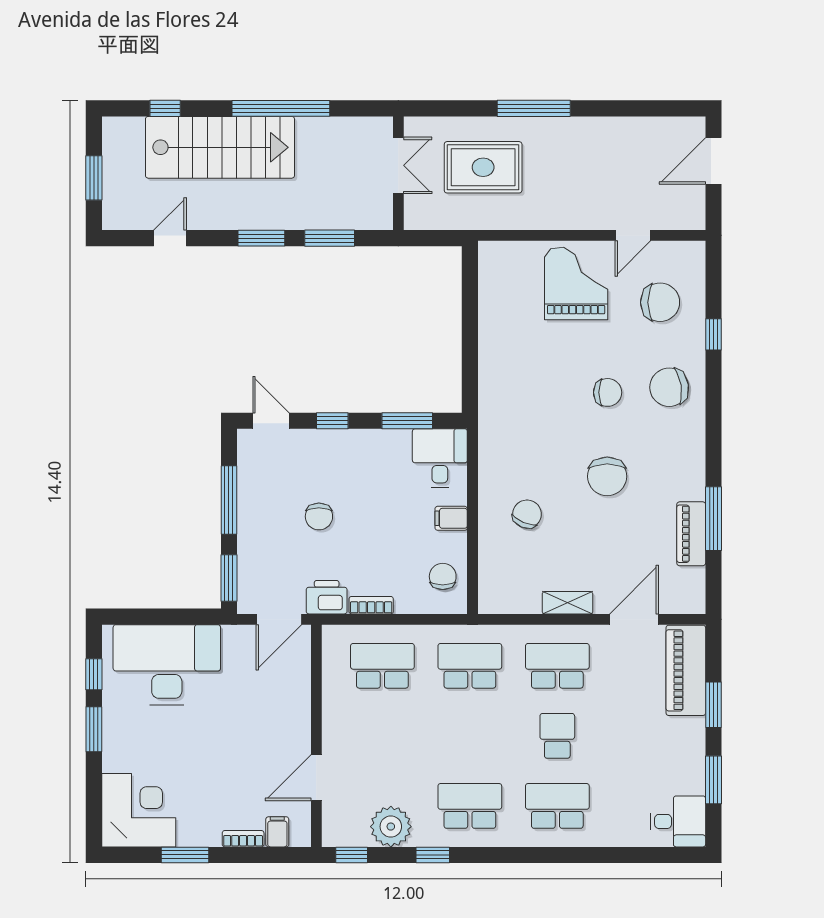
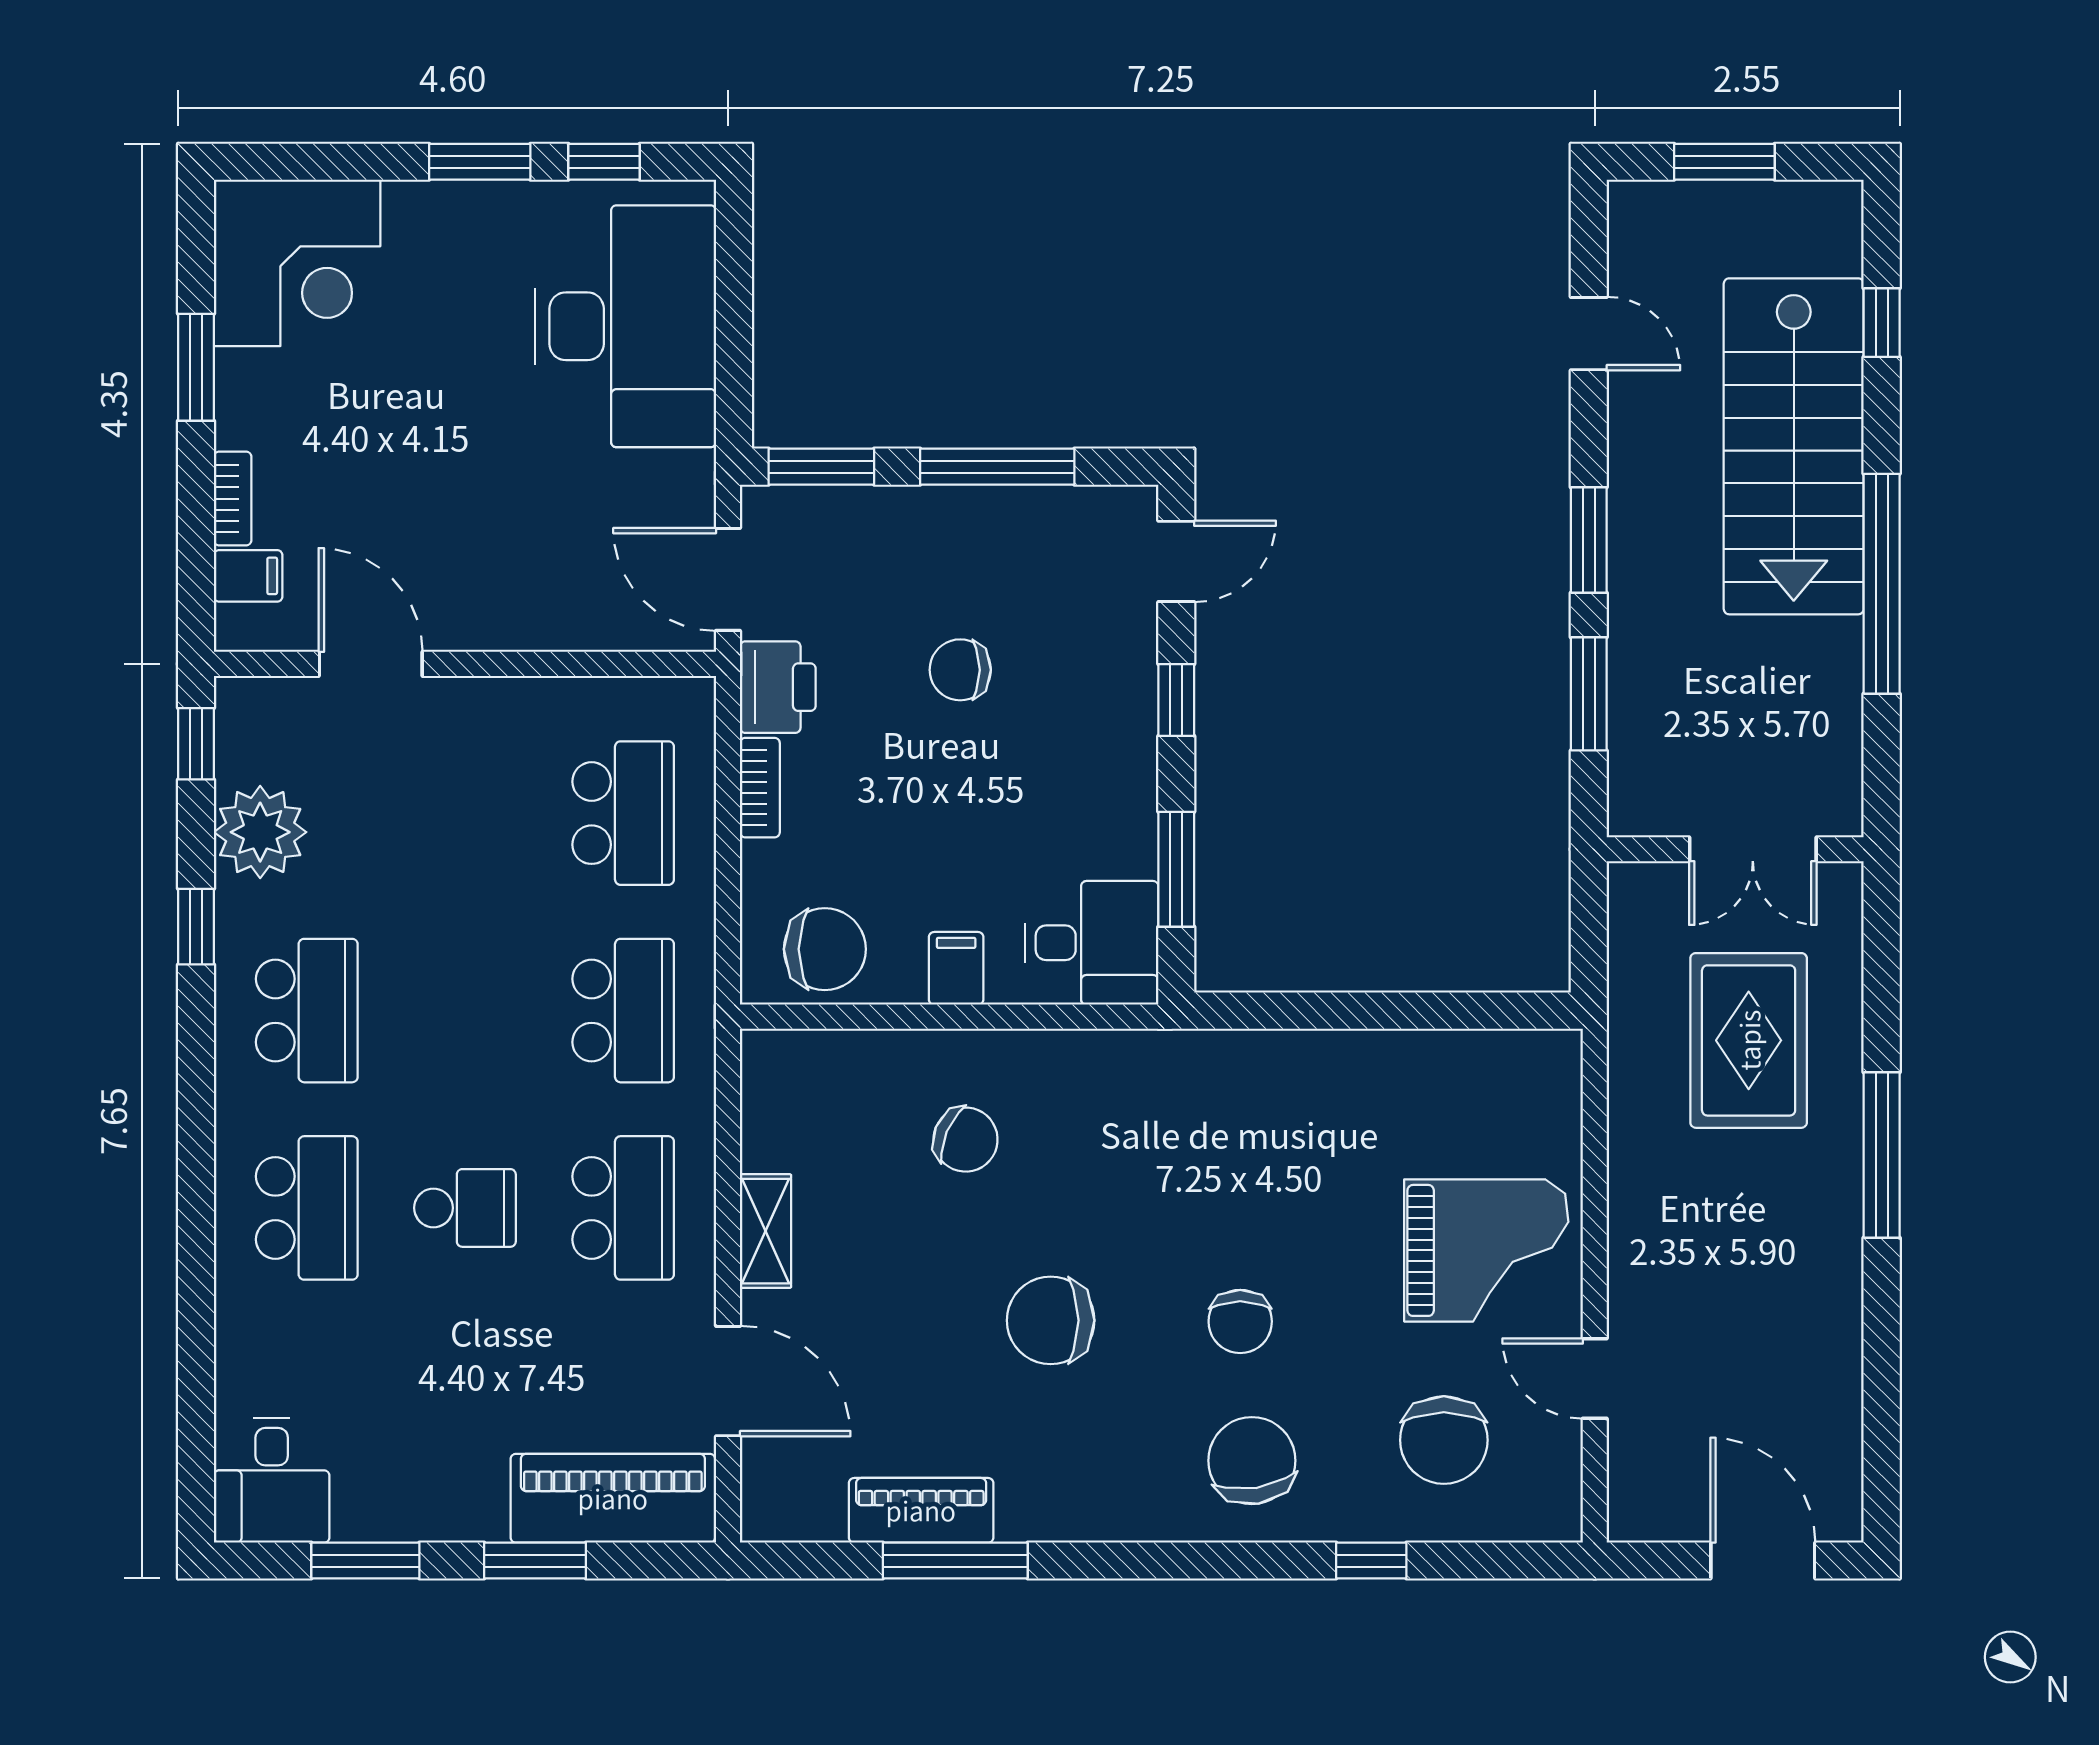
chair: (443, 576) -> (825, 949), width x1.37, depth x1.37

